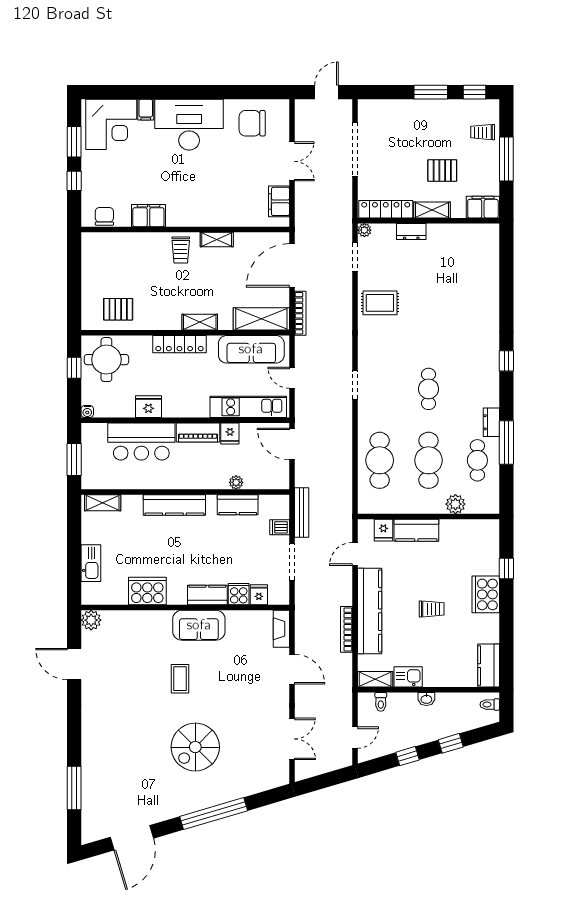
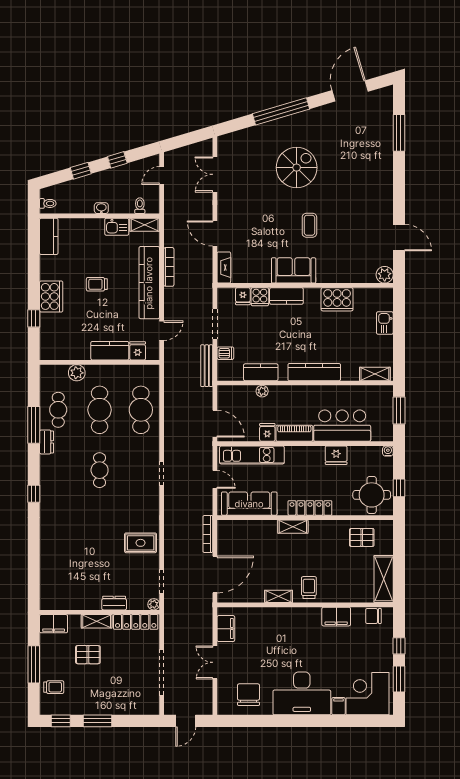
chair: (252, 123) -> (249, 695), turned -90
chair: (104, 216) -> (373, 616), turned 90
shelving: (261, 319) -> (384, 579), moved, turned 90
kitchen sink: (91, 563) -> (385, 323), width x0.73

